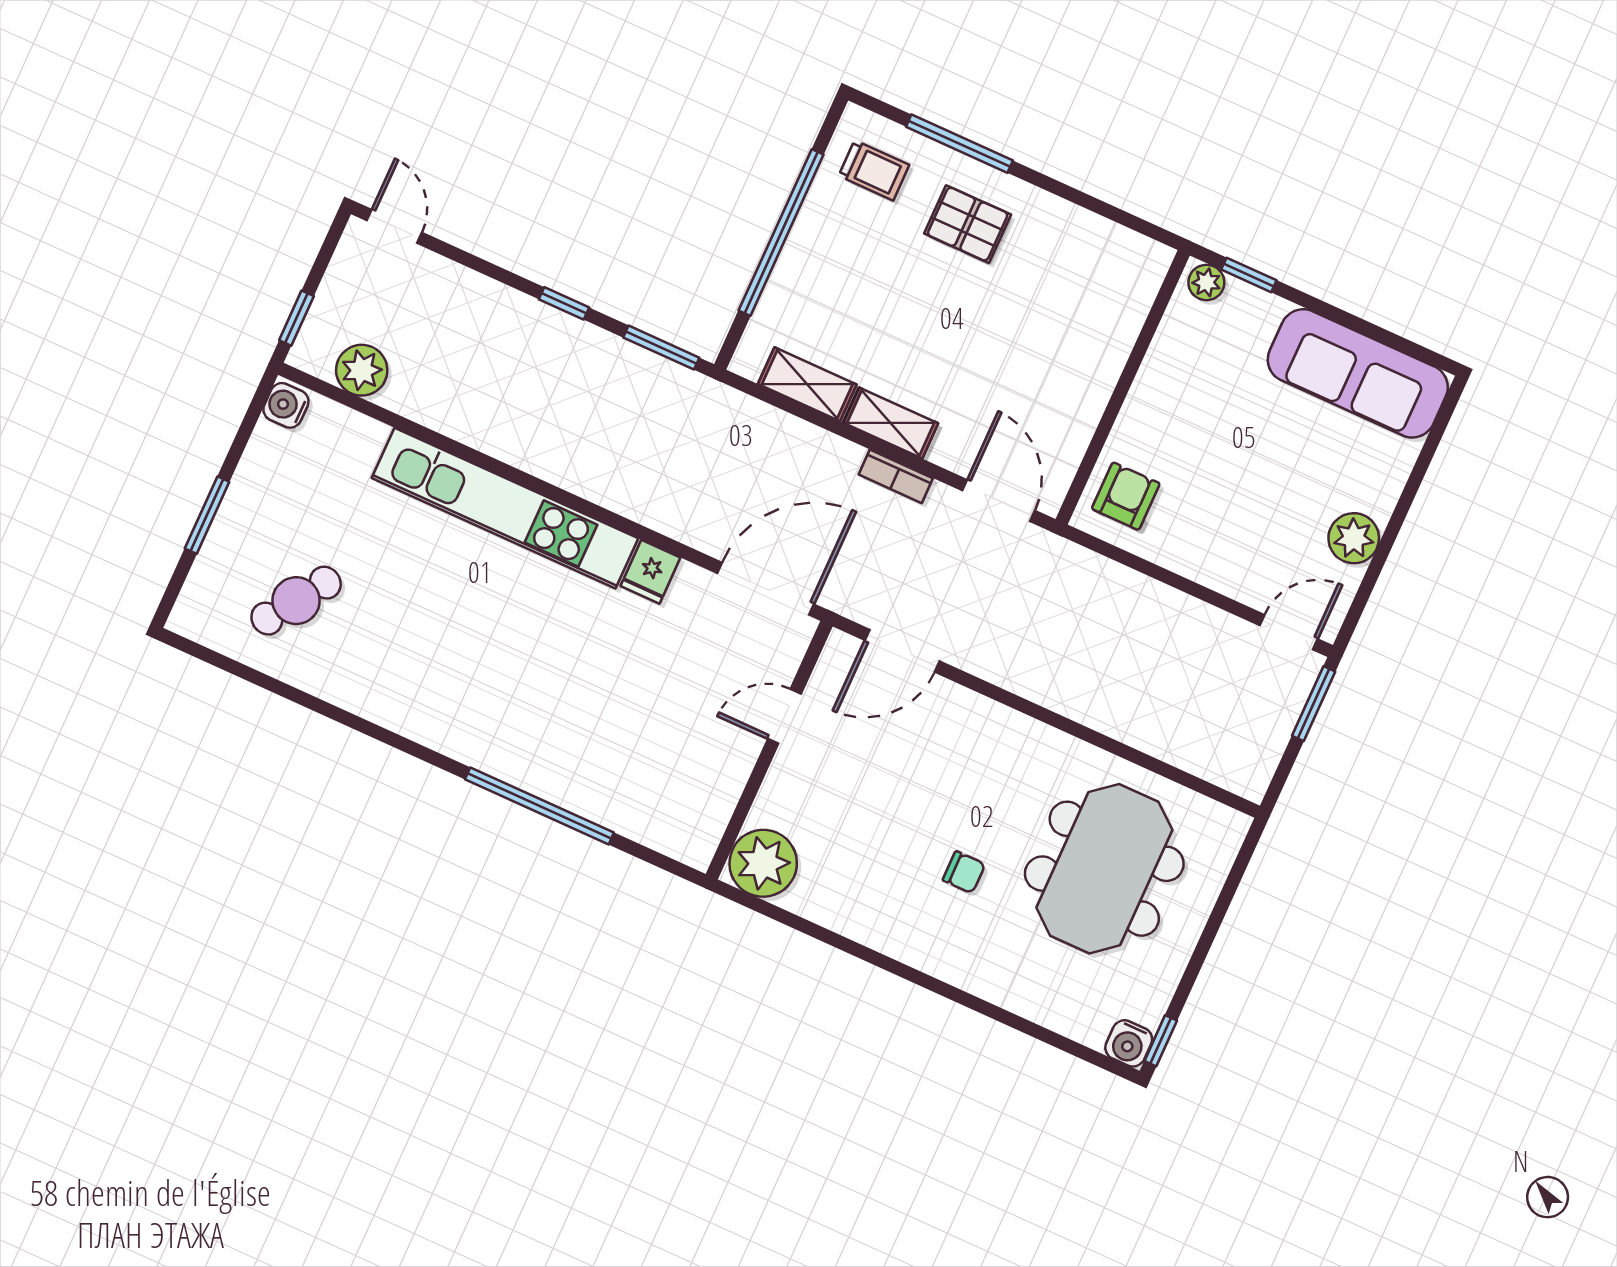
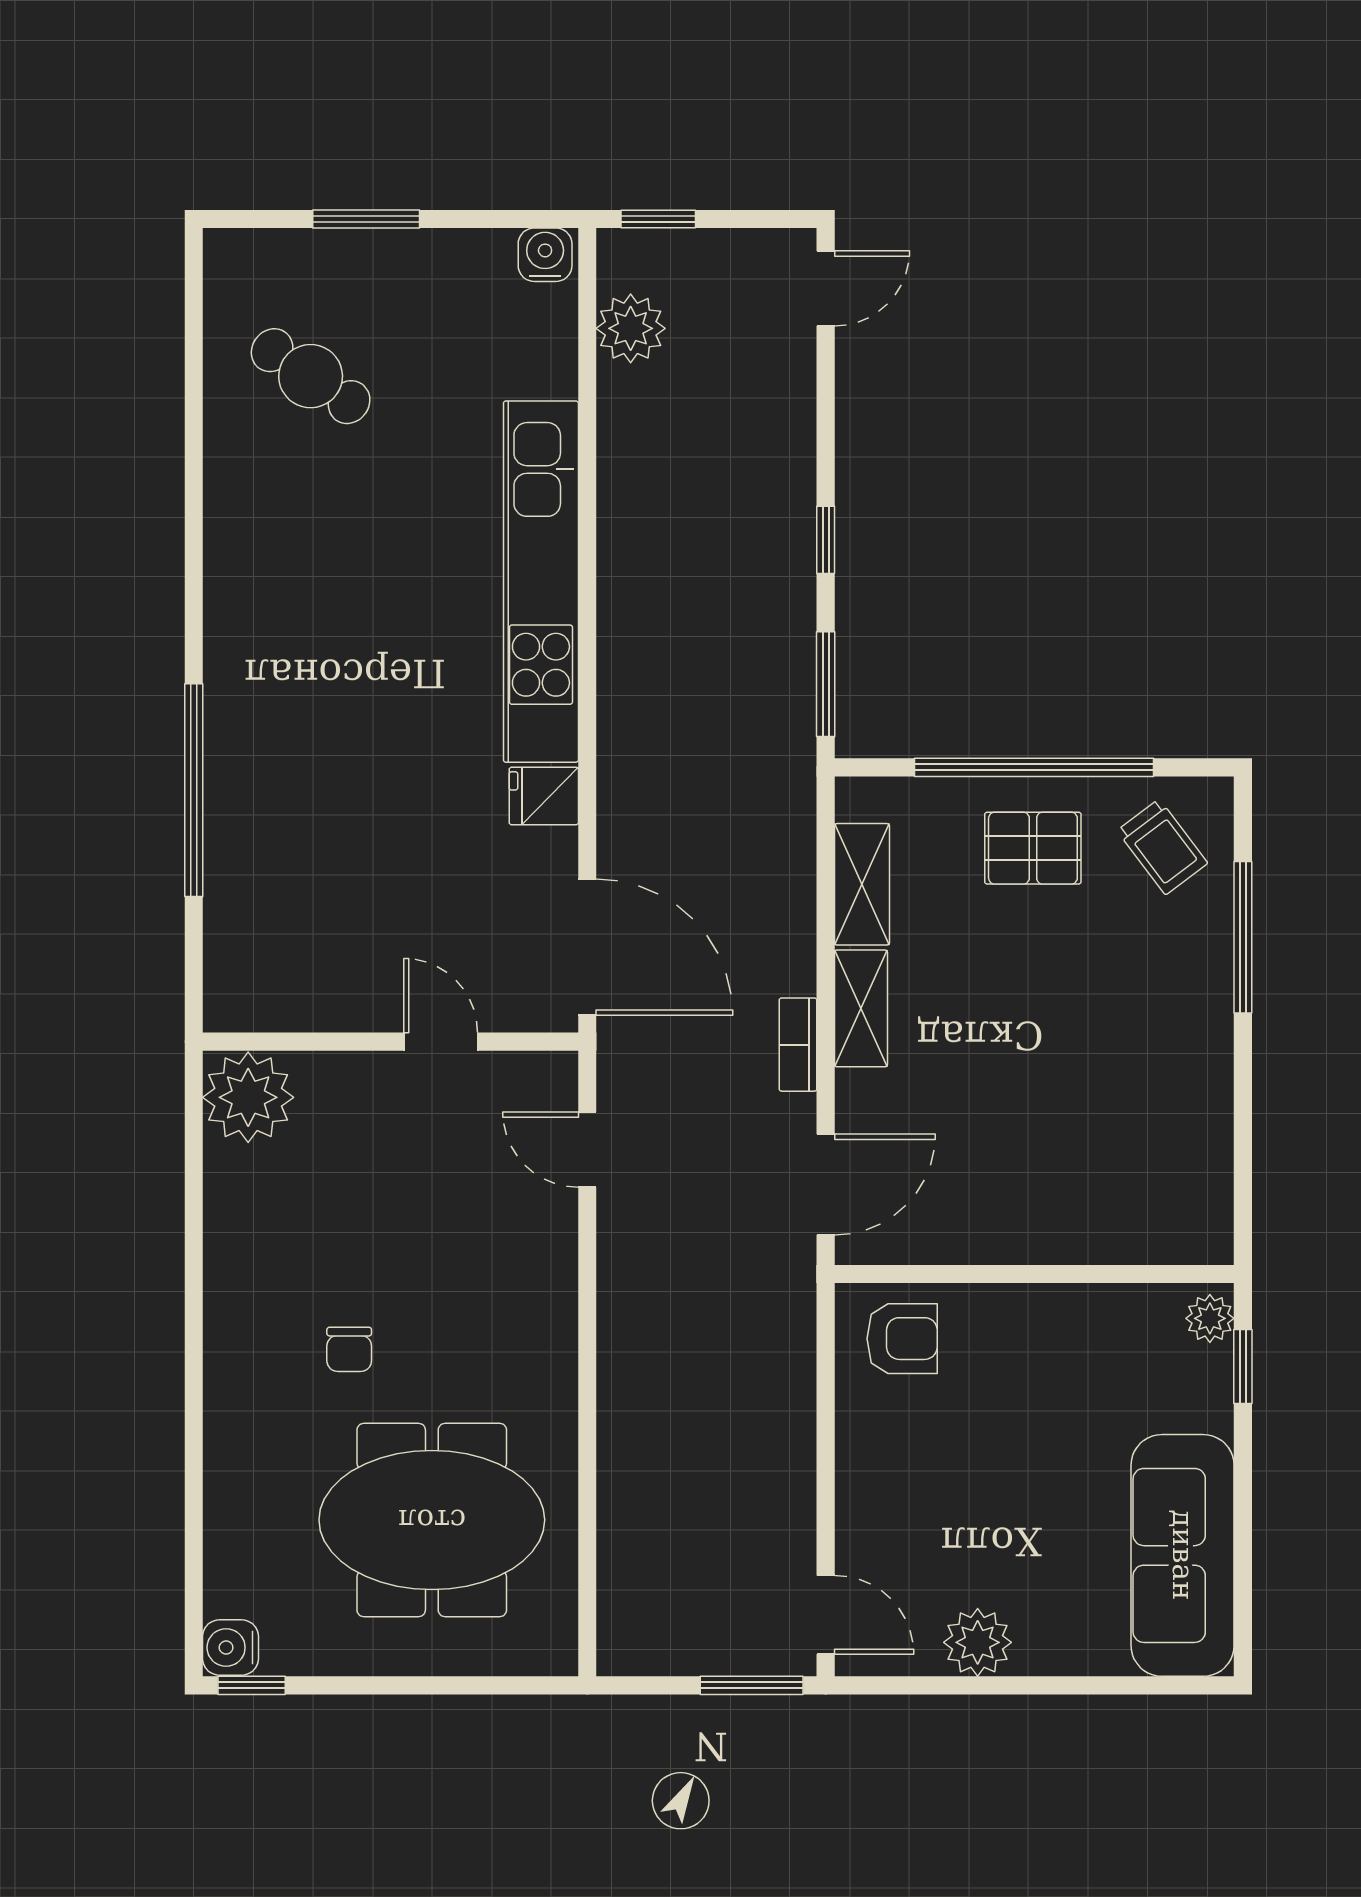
trolley: (874, 170) -> (1162, 847), turned -37
pallet: (968, 224) -> (1033, 848), moved, turned 90
door: (902, 651) -> (587, 1150), width x0.73

